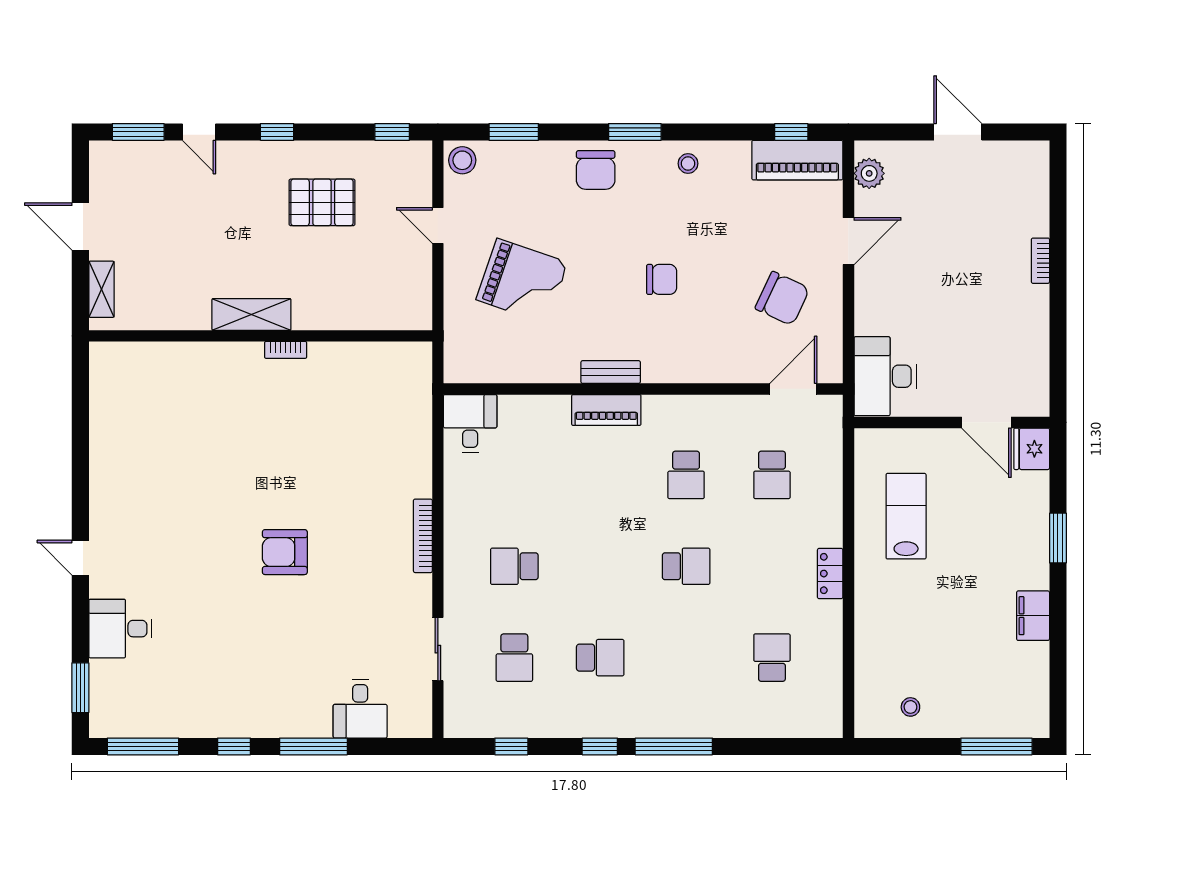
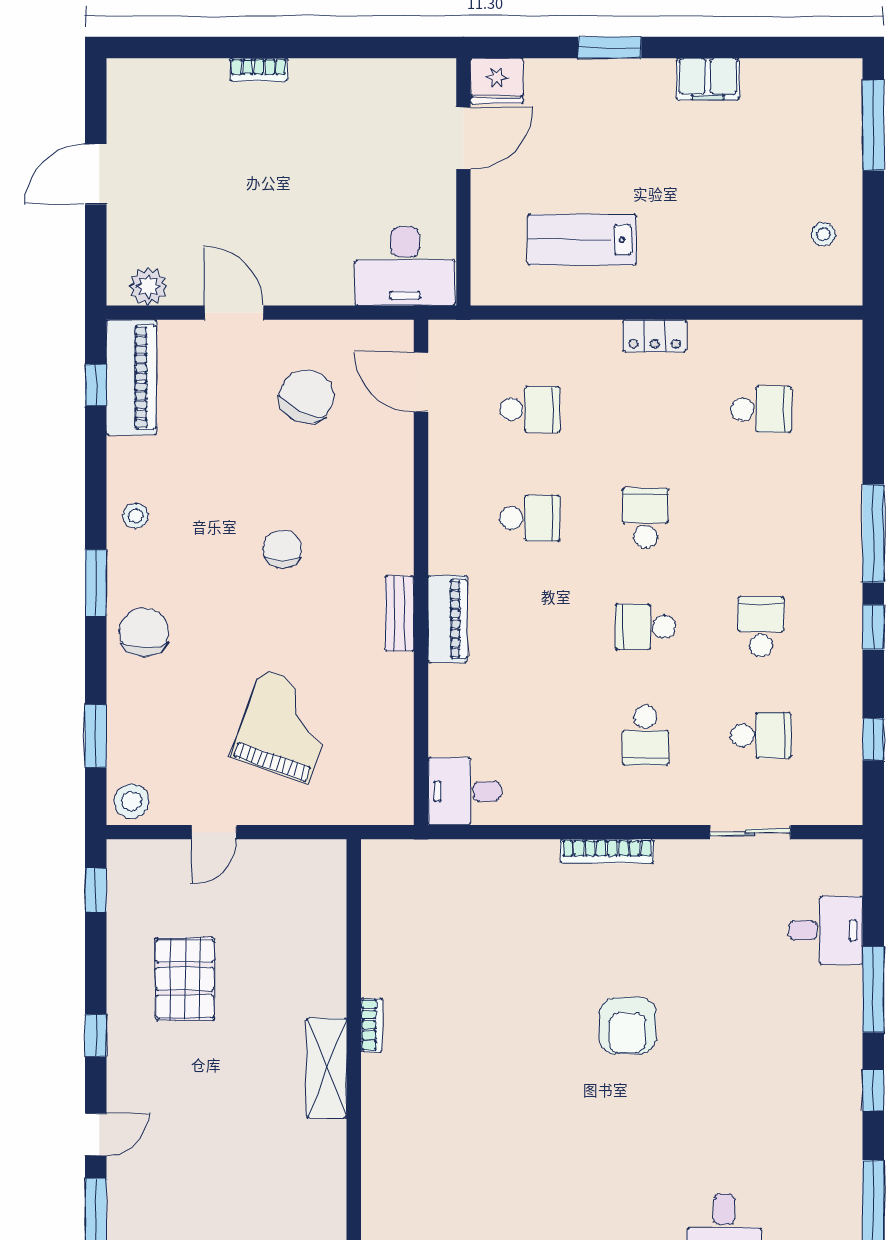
chair: (596, 170) -> (144, 633), turned -90
school desk: (600, 566) -> (645, 627), added
school desk: (772, 658) -> (761, 409), turned 180

